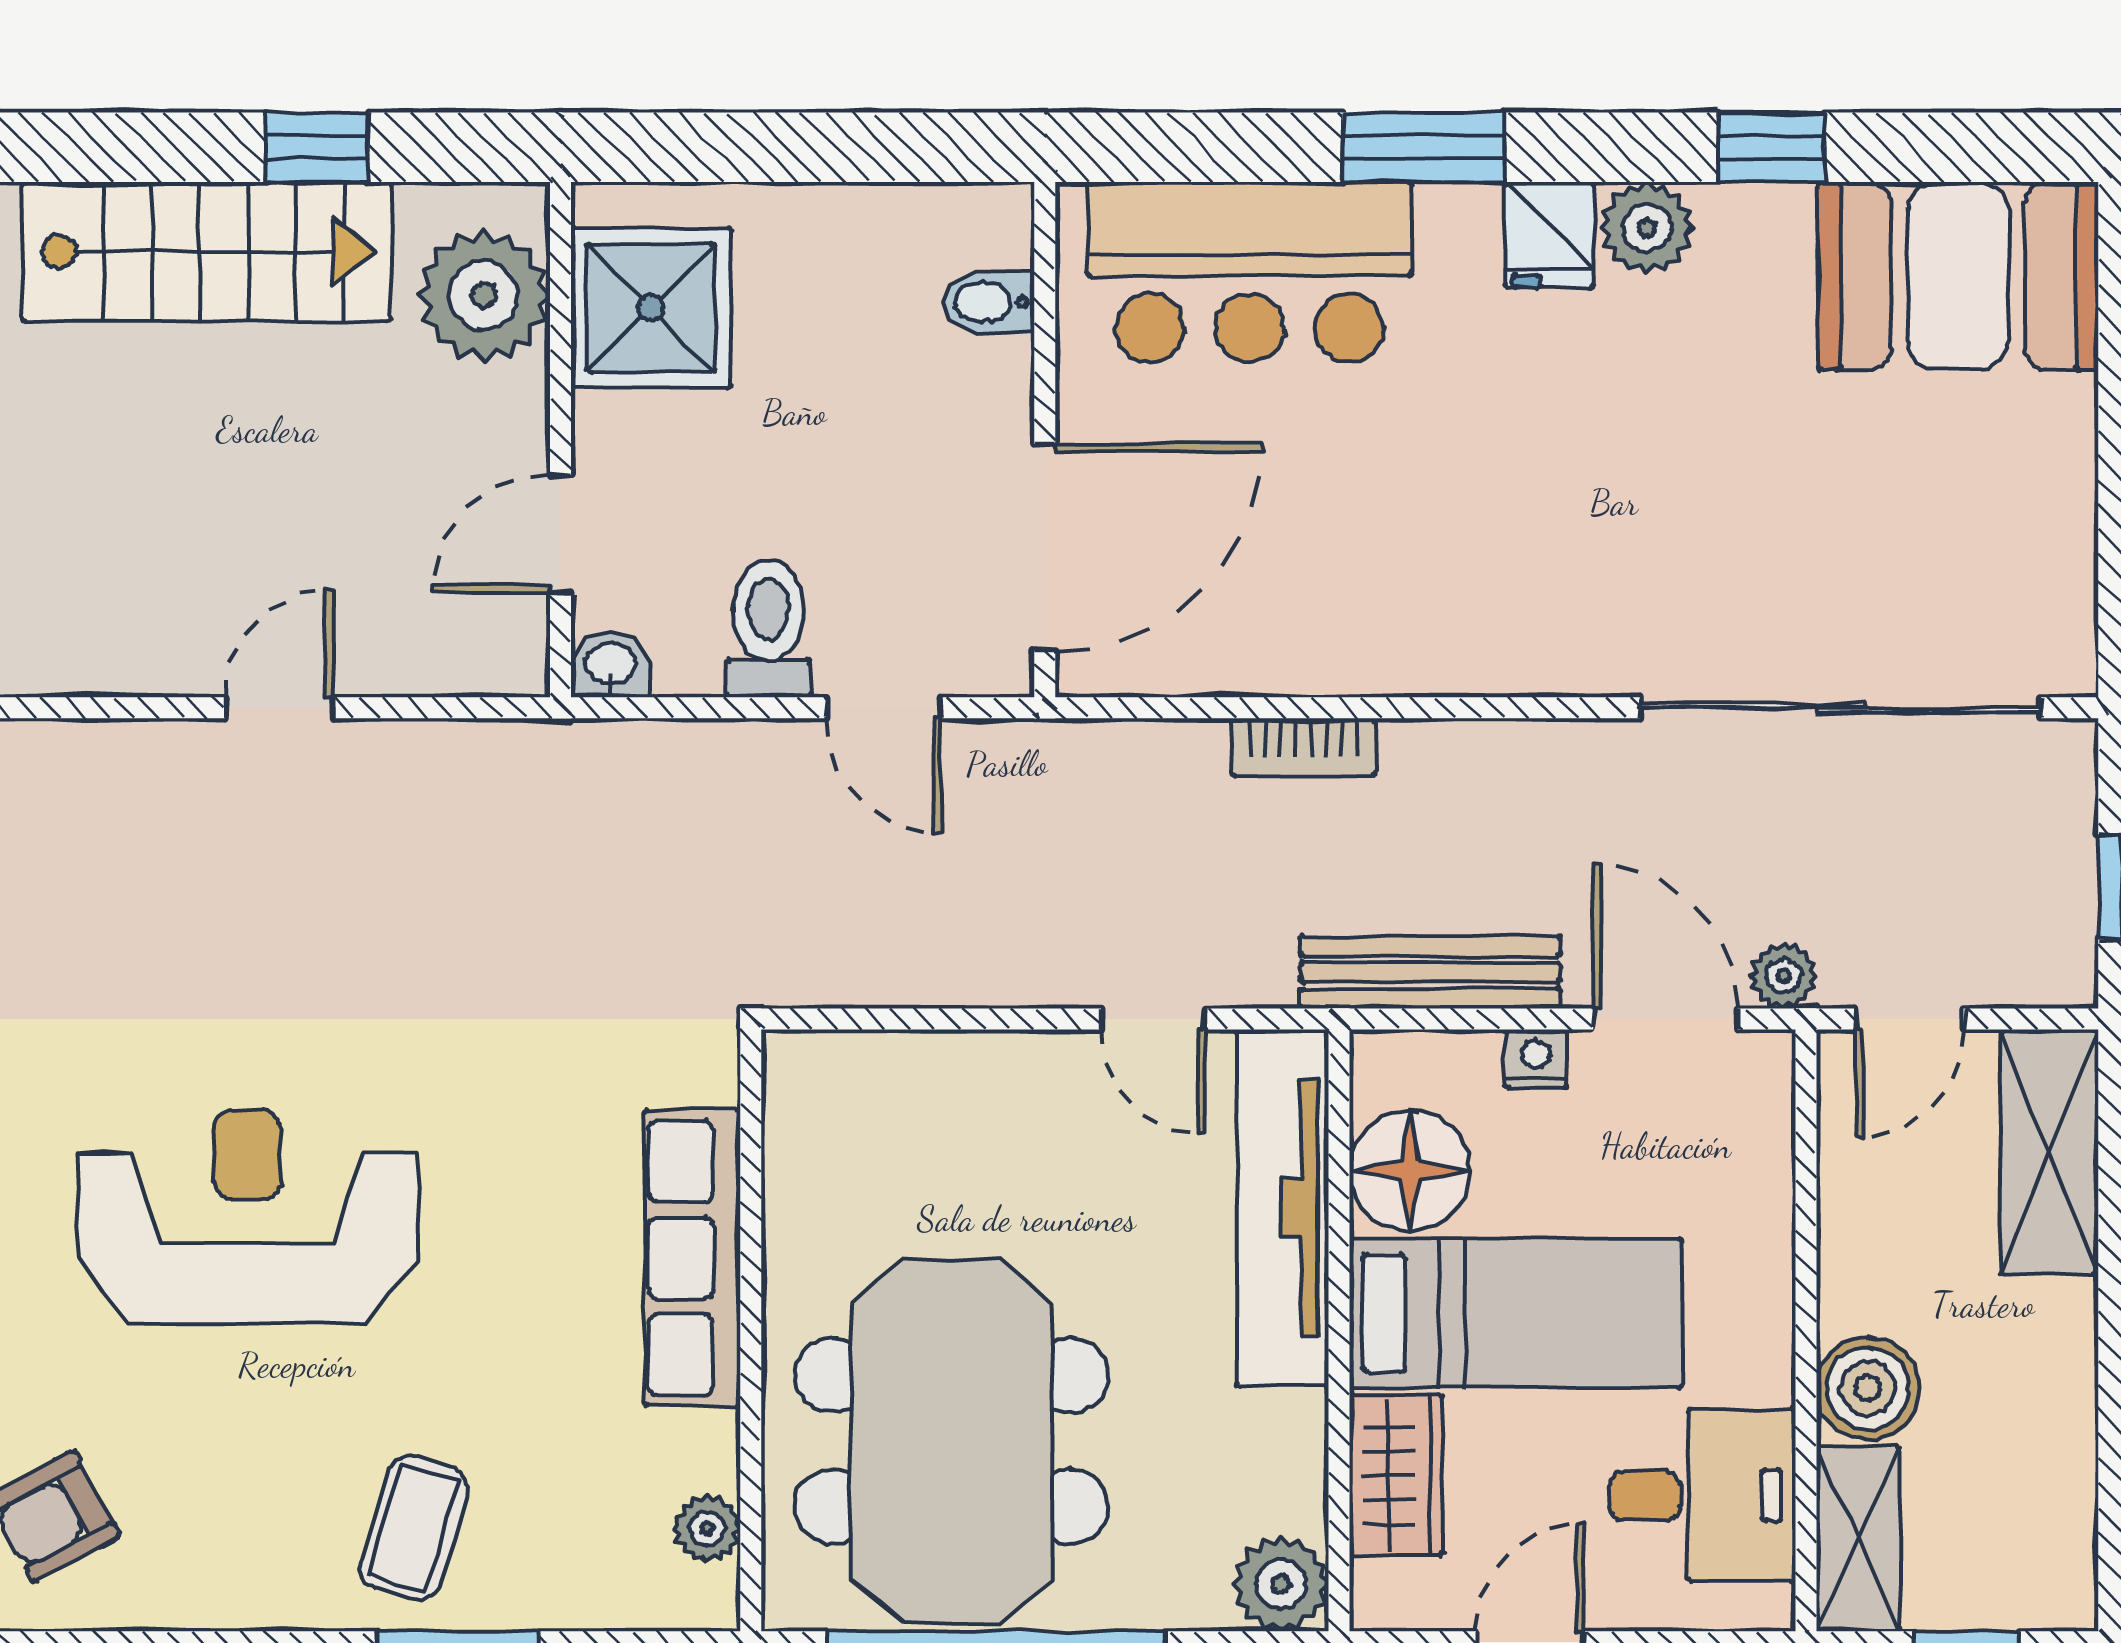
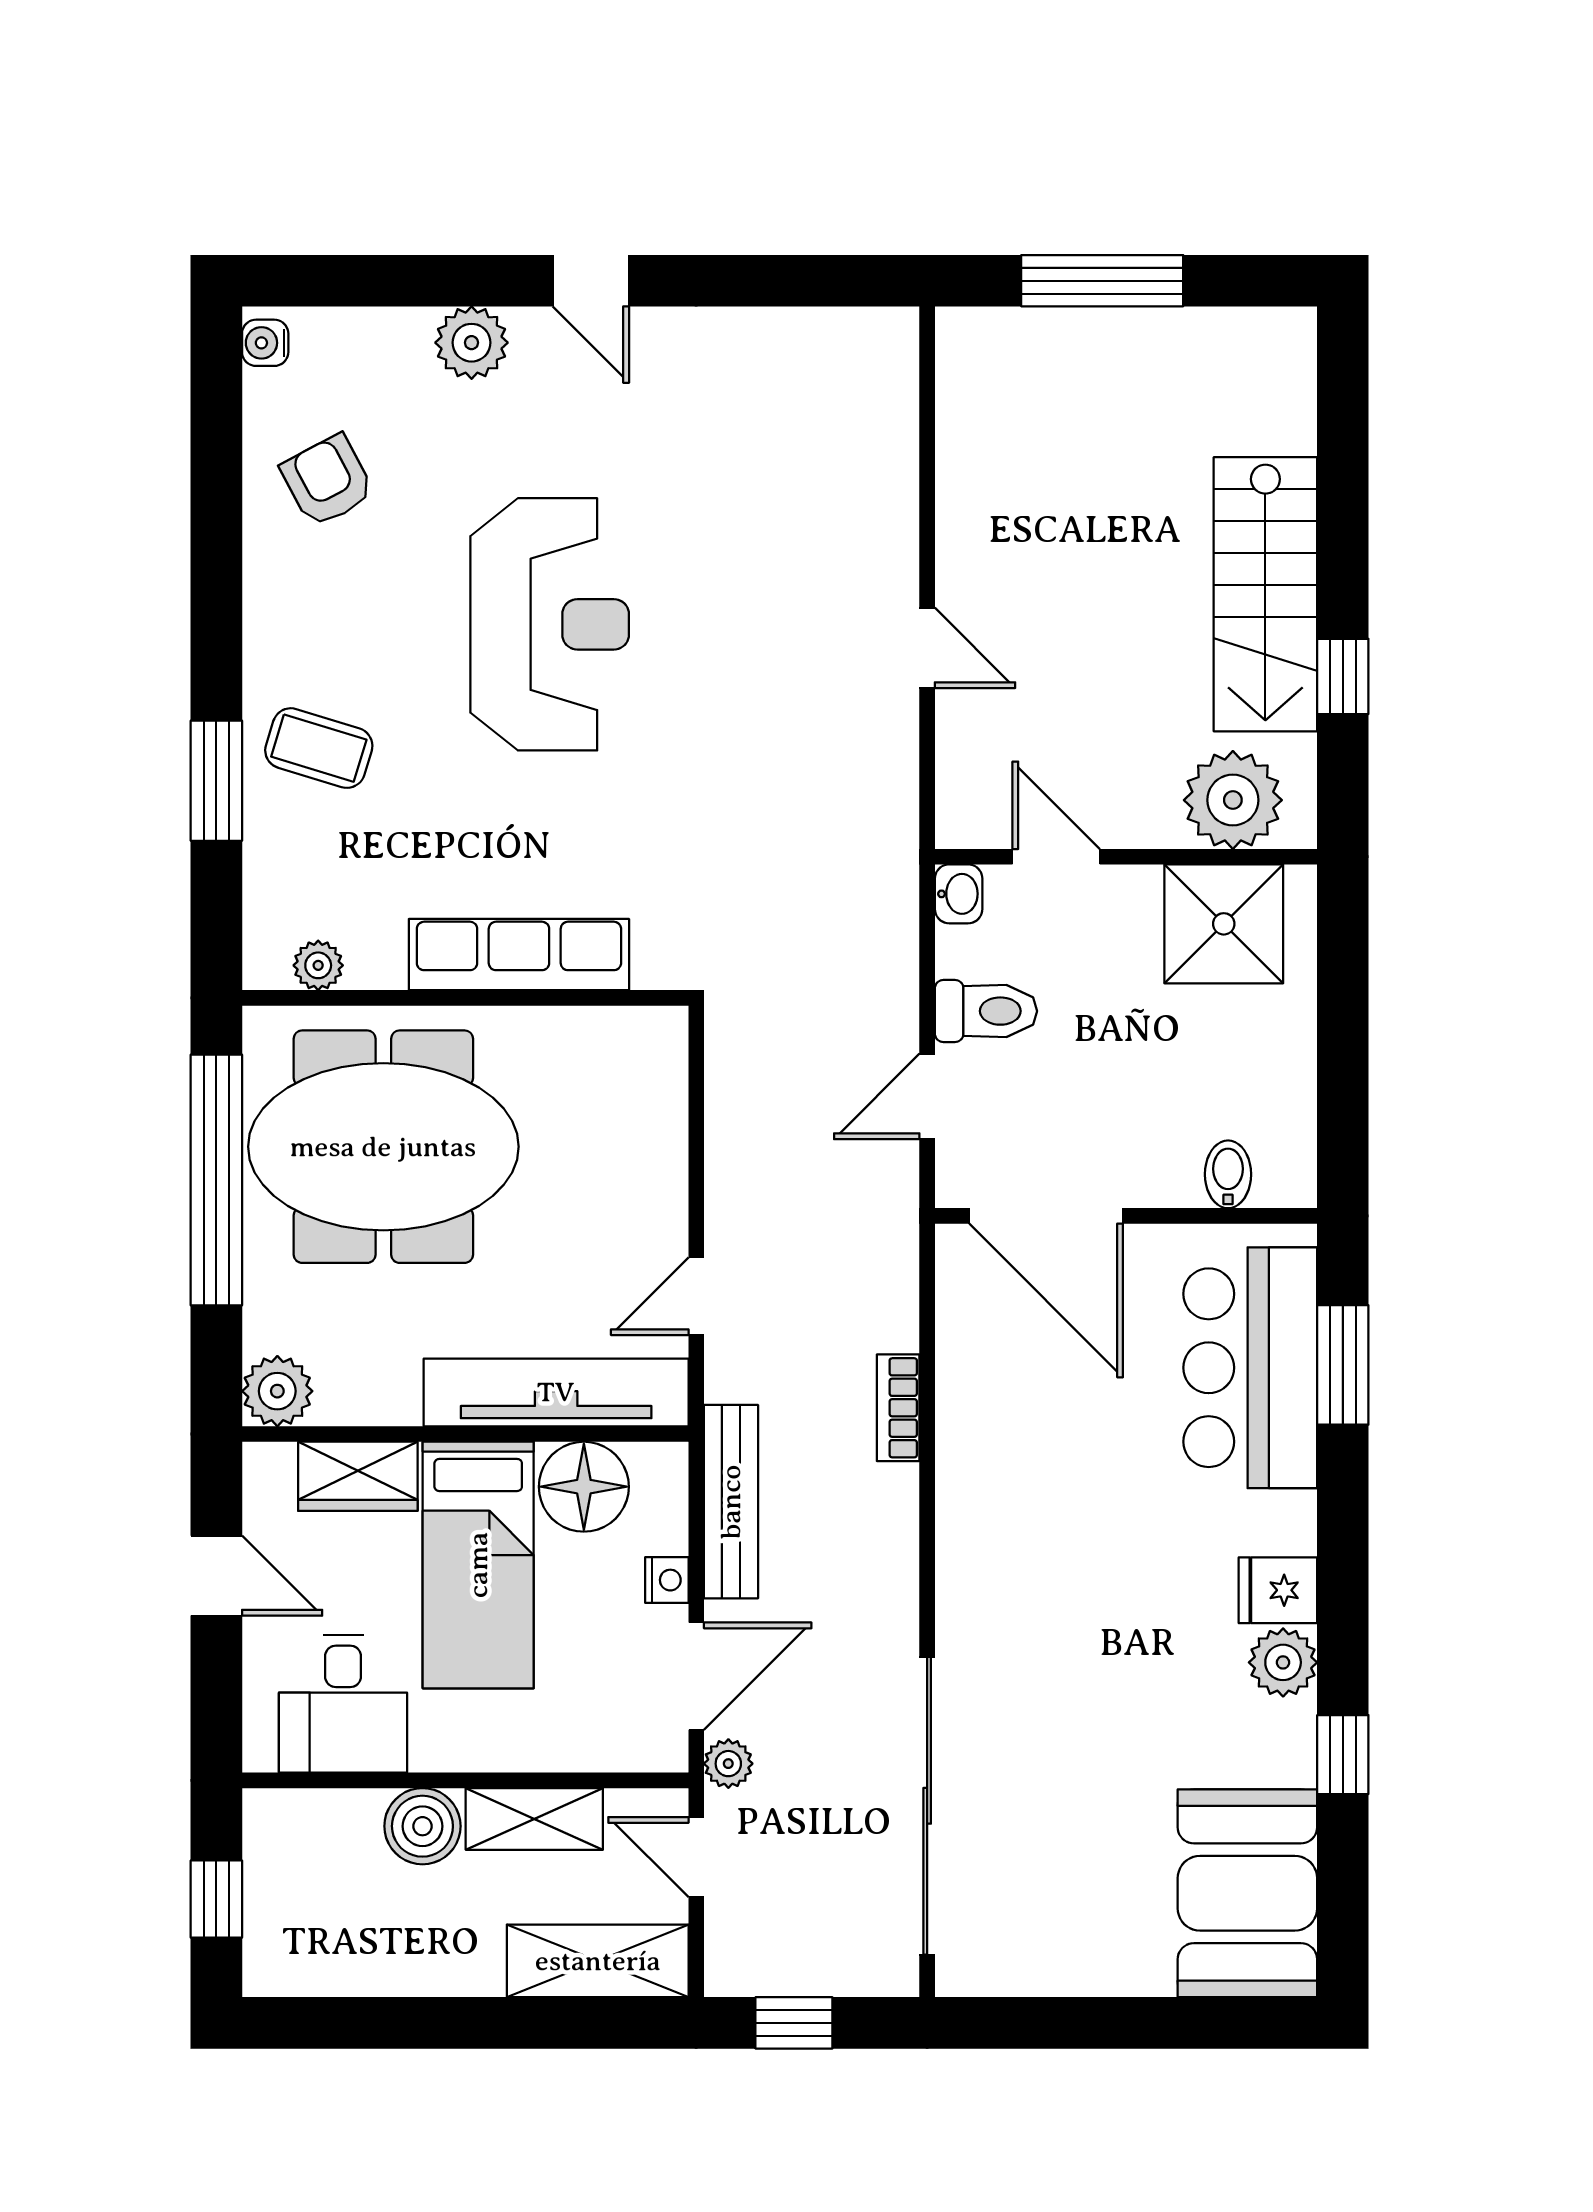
window: (1423, 147) -> (1343, 1365), moved
shelving: (1858, 1539) -> (534, 1819), moved

